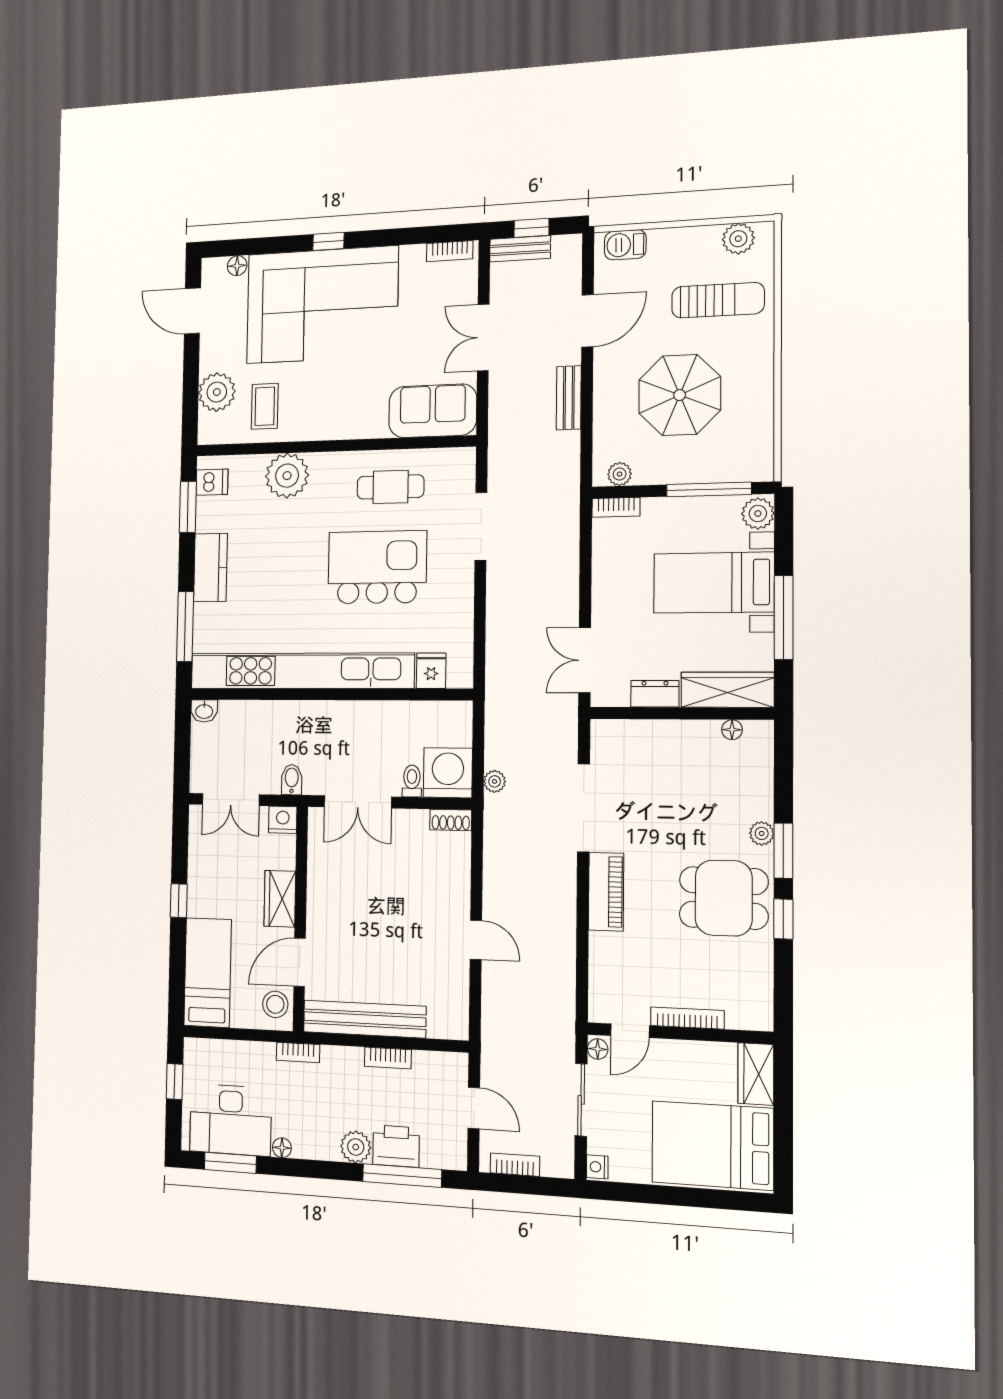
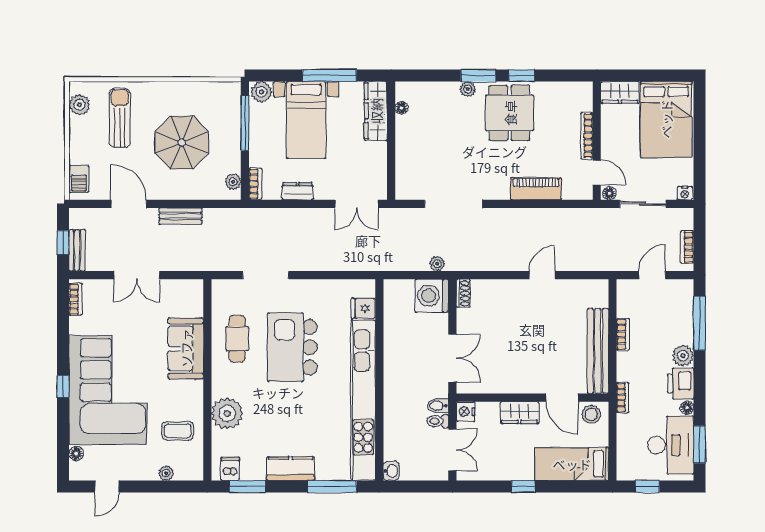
door: (192, 311) -> (107, 487), width x0.73
plant: (217, 392) -> (166, 473), width x0.53, depth x0.53
sofa: (433, 411) -> (186, 348), moved
dresser: (655, 694) -> (298, 191), moved, turned 90
toilet: (412, 781) -> (438, 421), moved
piano: (606, 892) -> (536, 189), moved
printer: (396, 1146) -> (681, 384), moved

